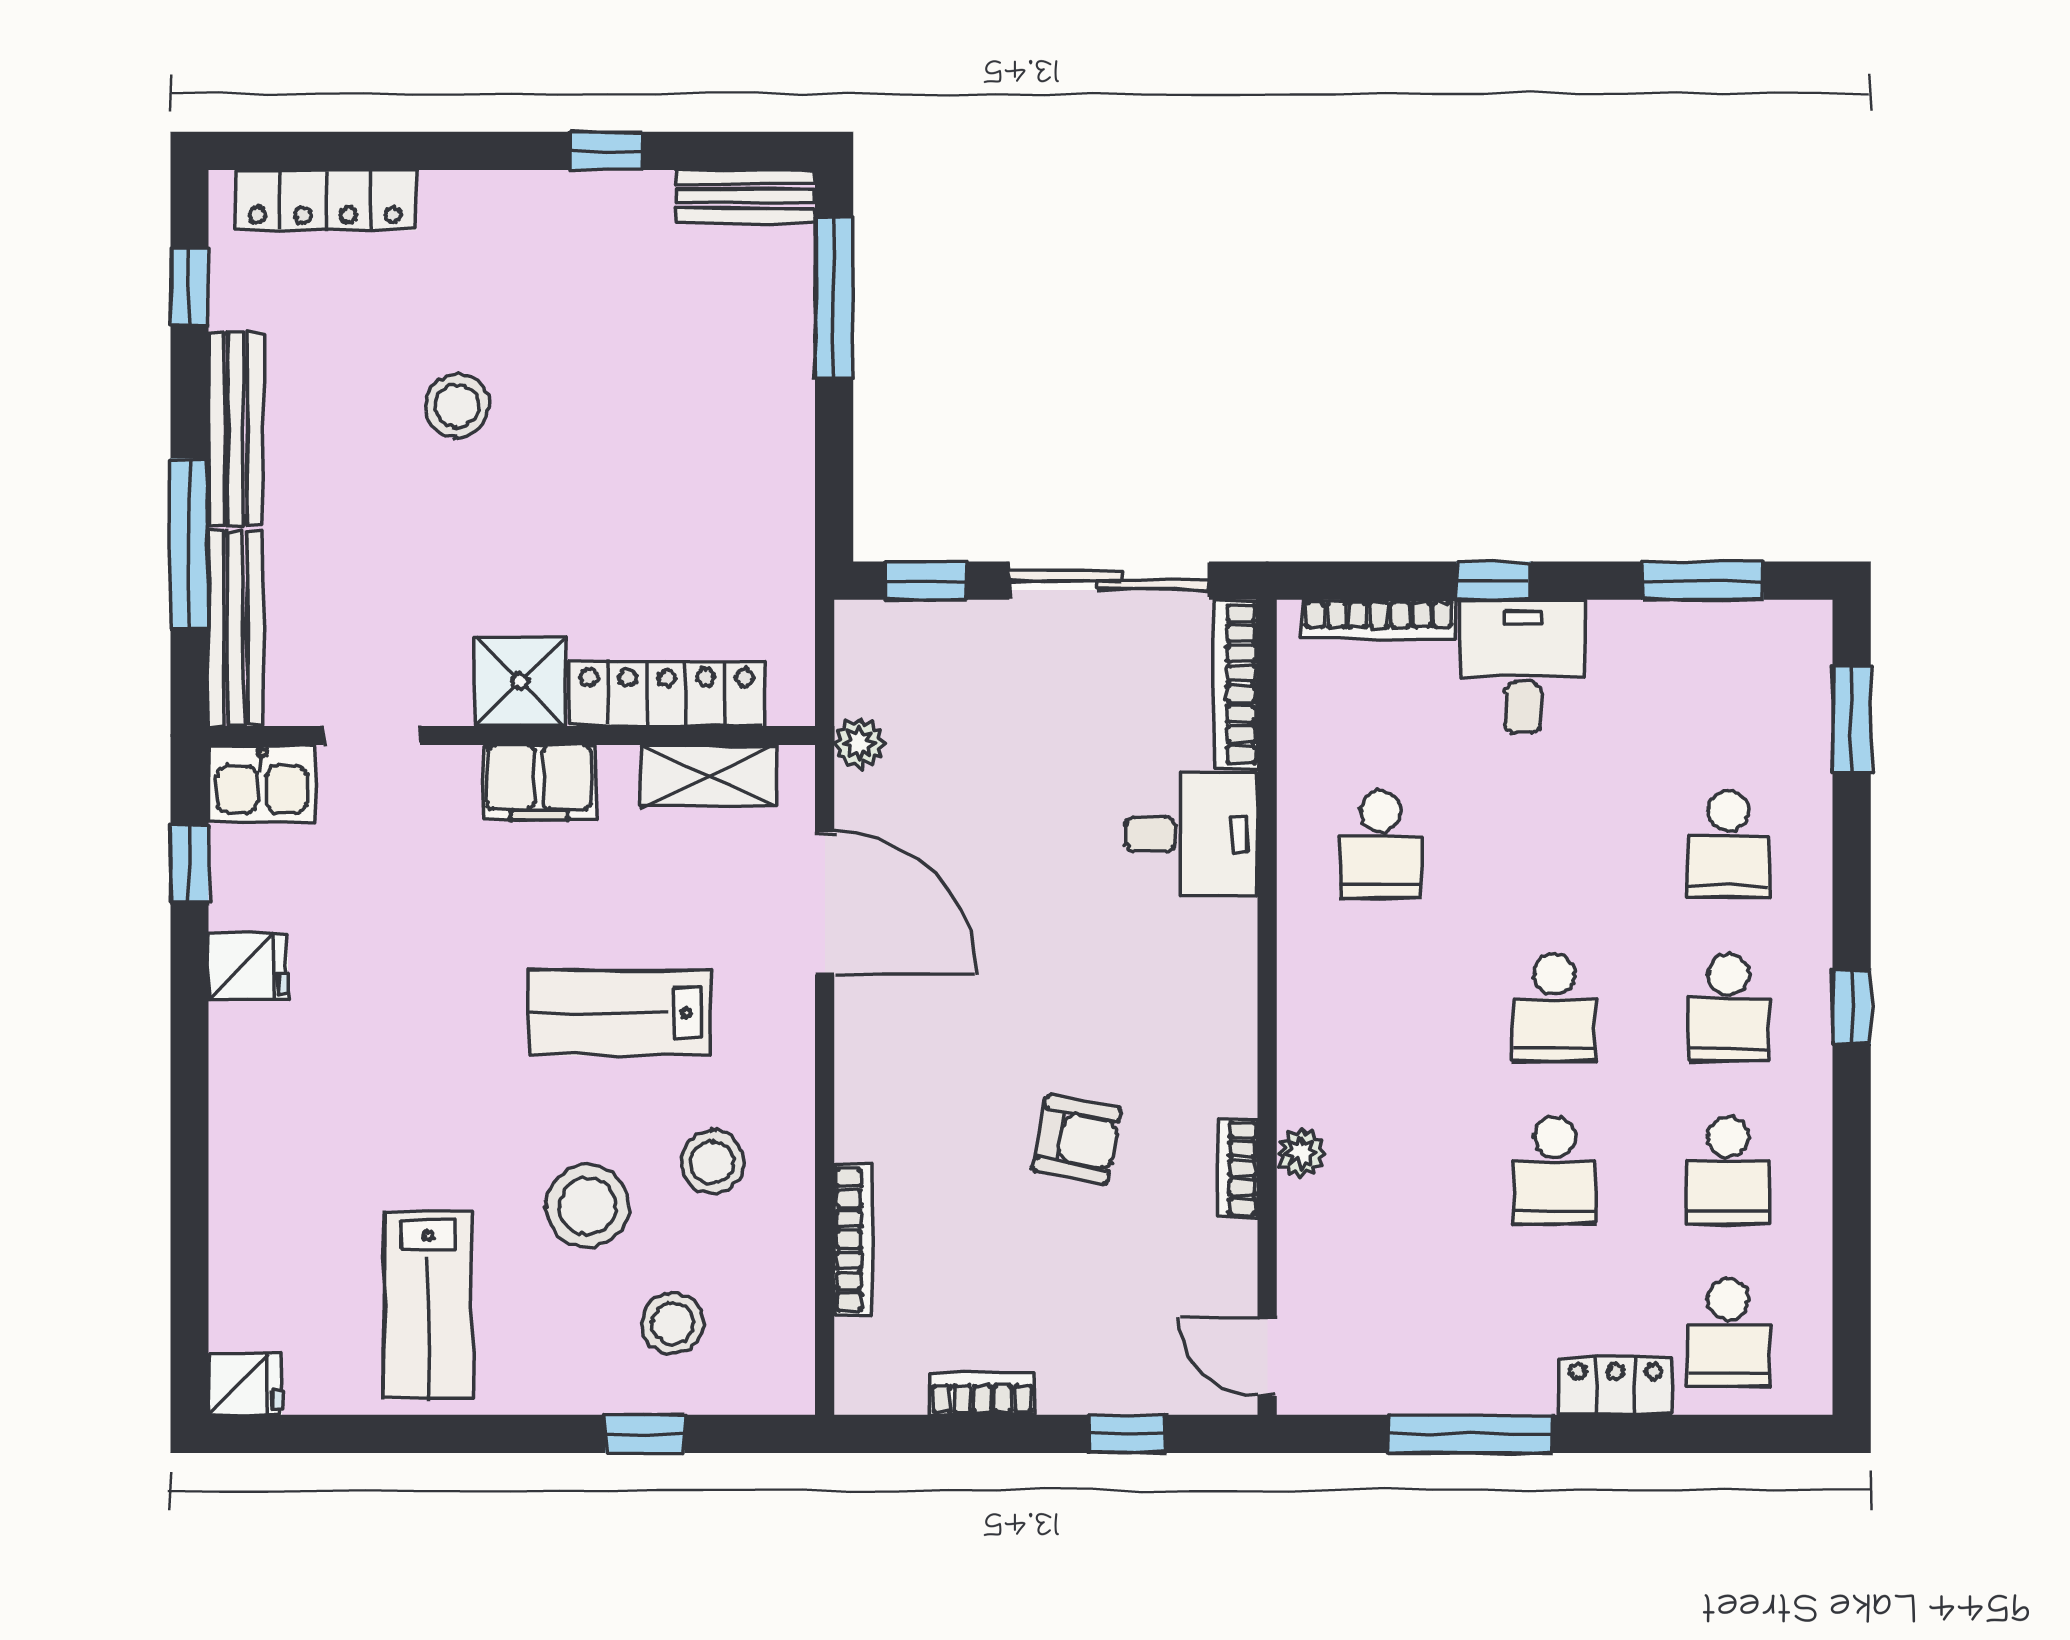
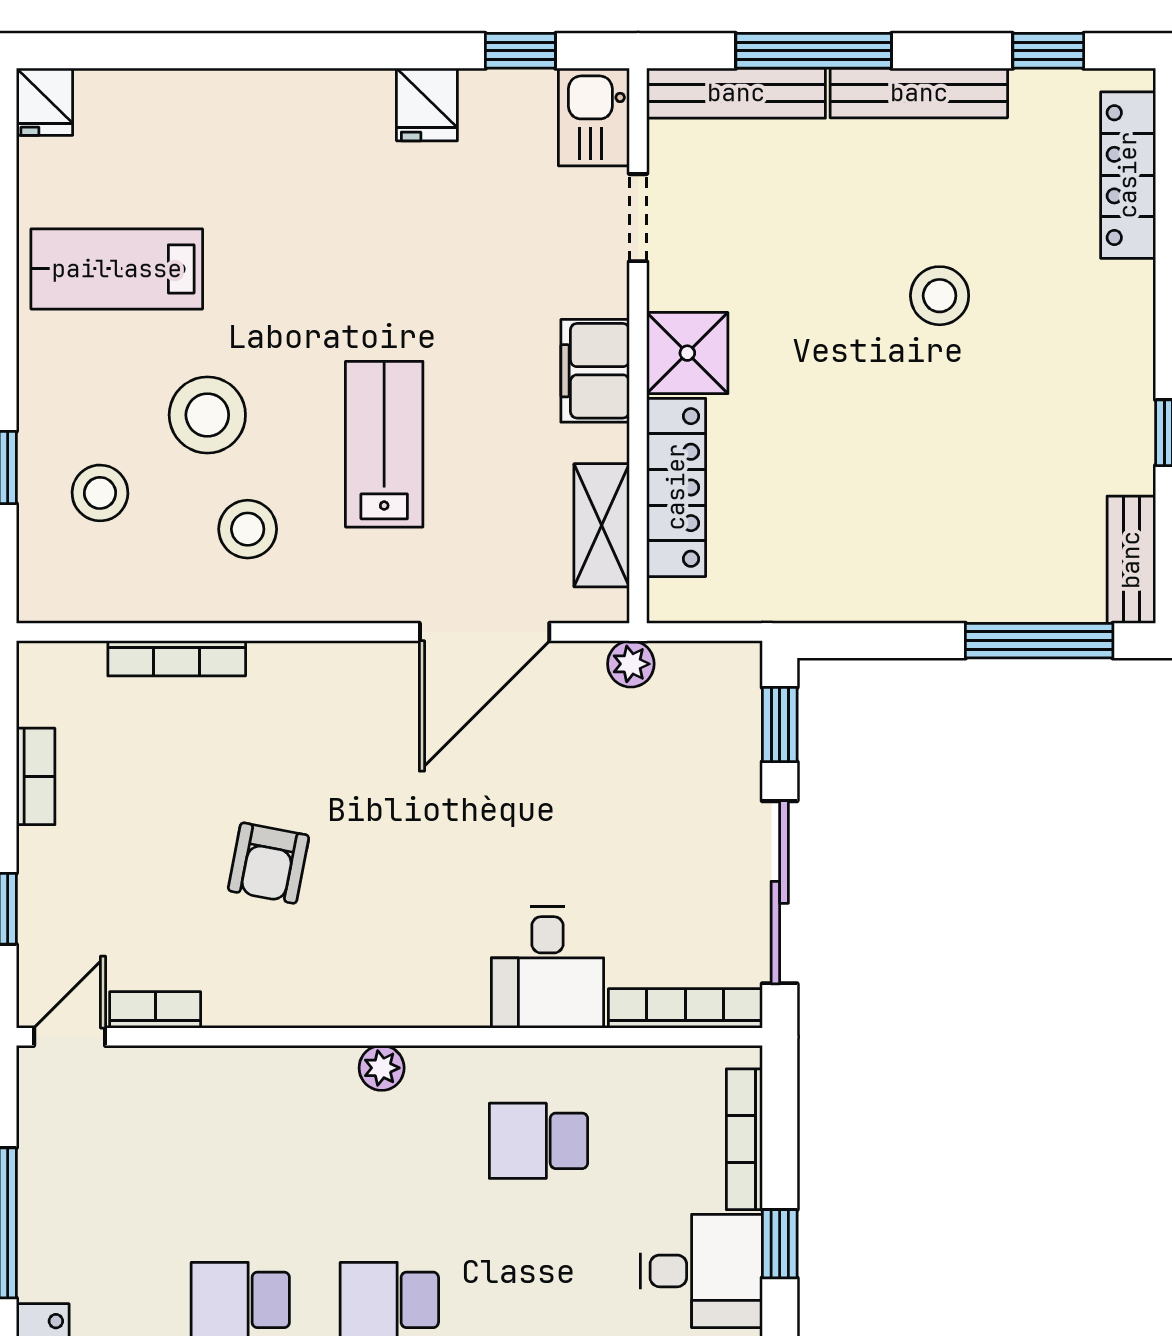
plant: (1301, 1153) -> (382, 1068), moved
bookcase: (1238, 1168) -> (155, 1010), moved

